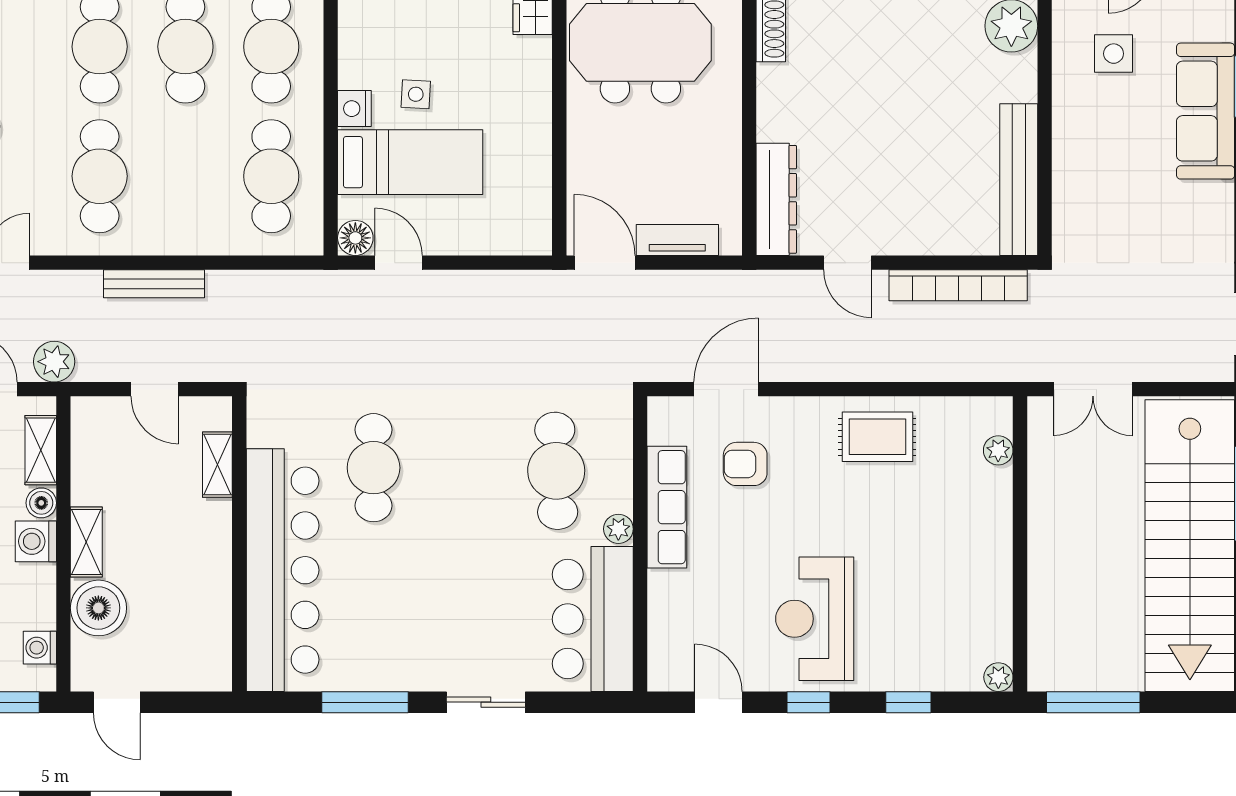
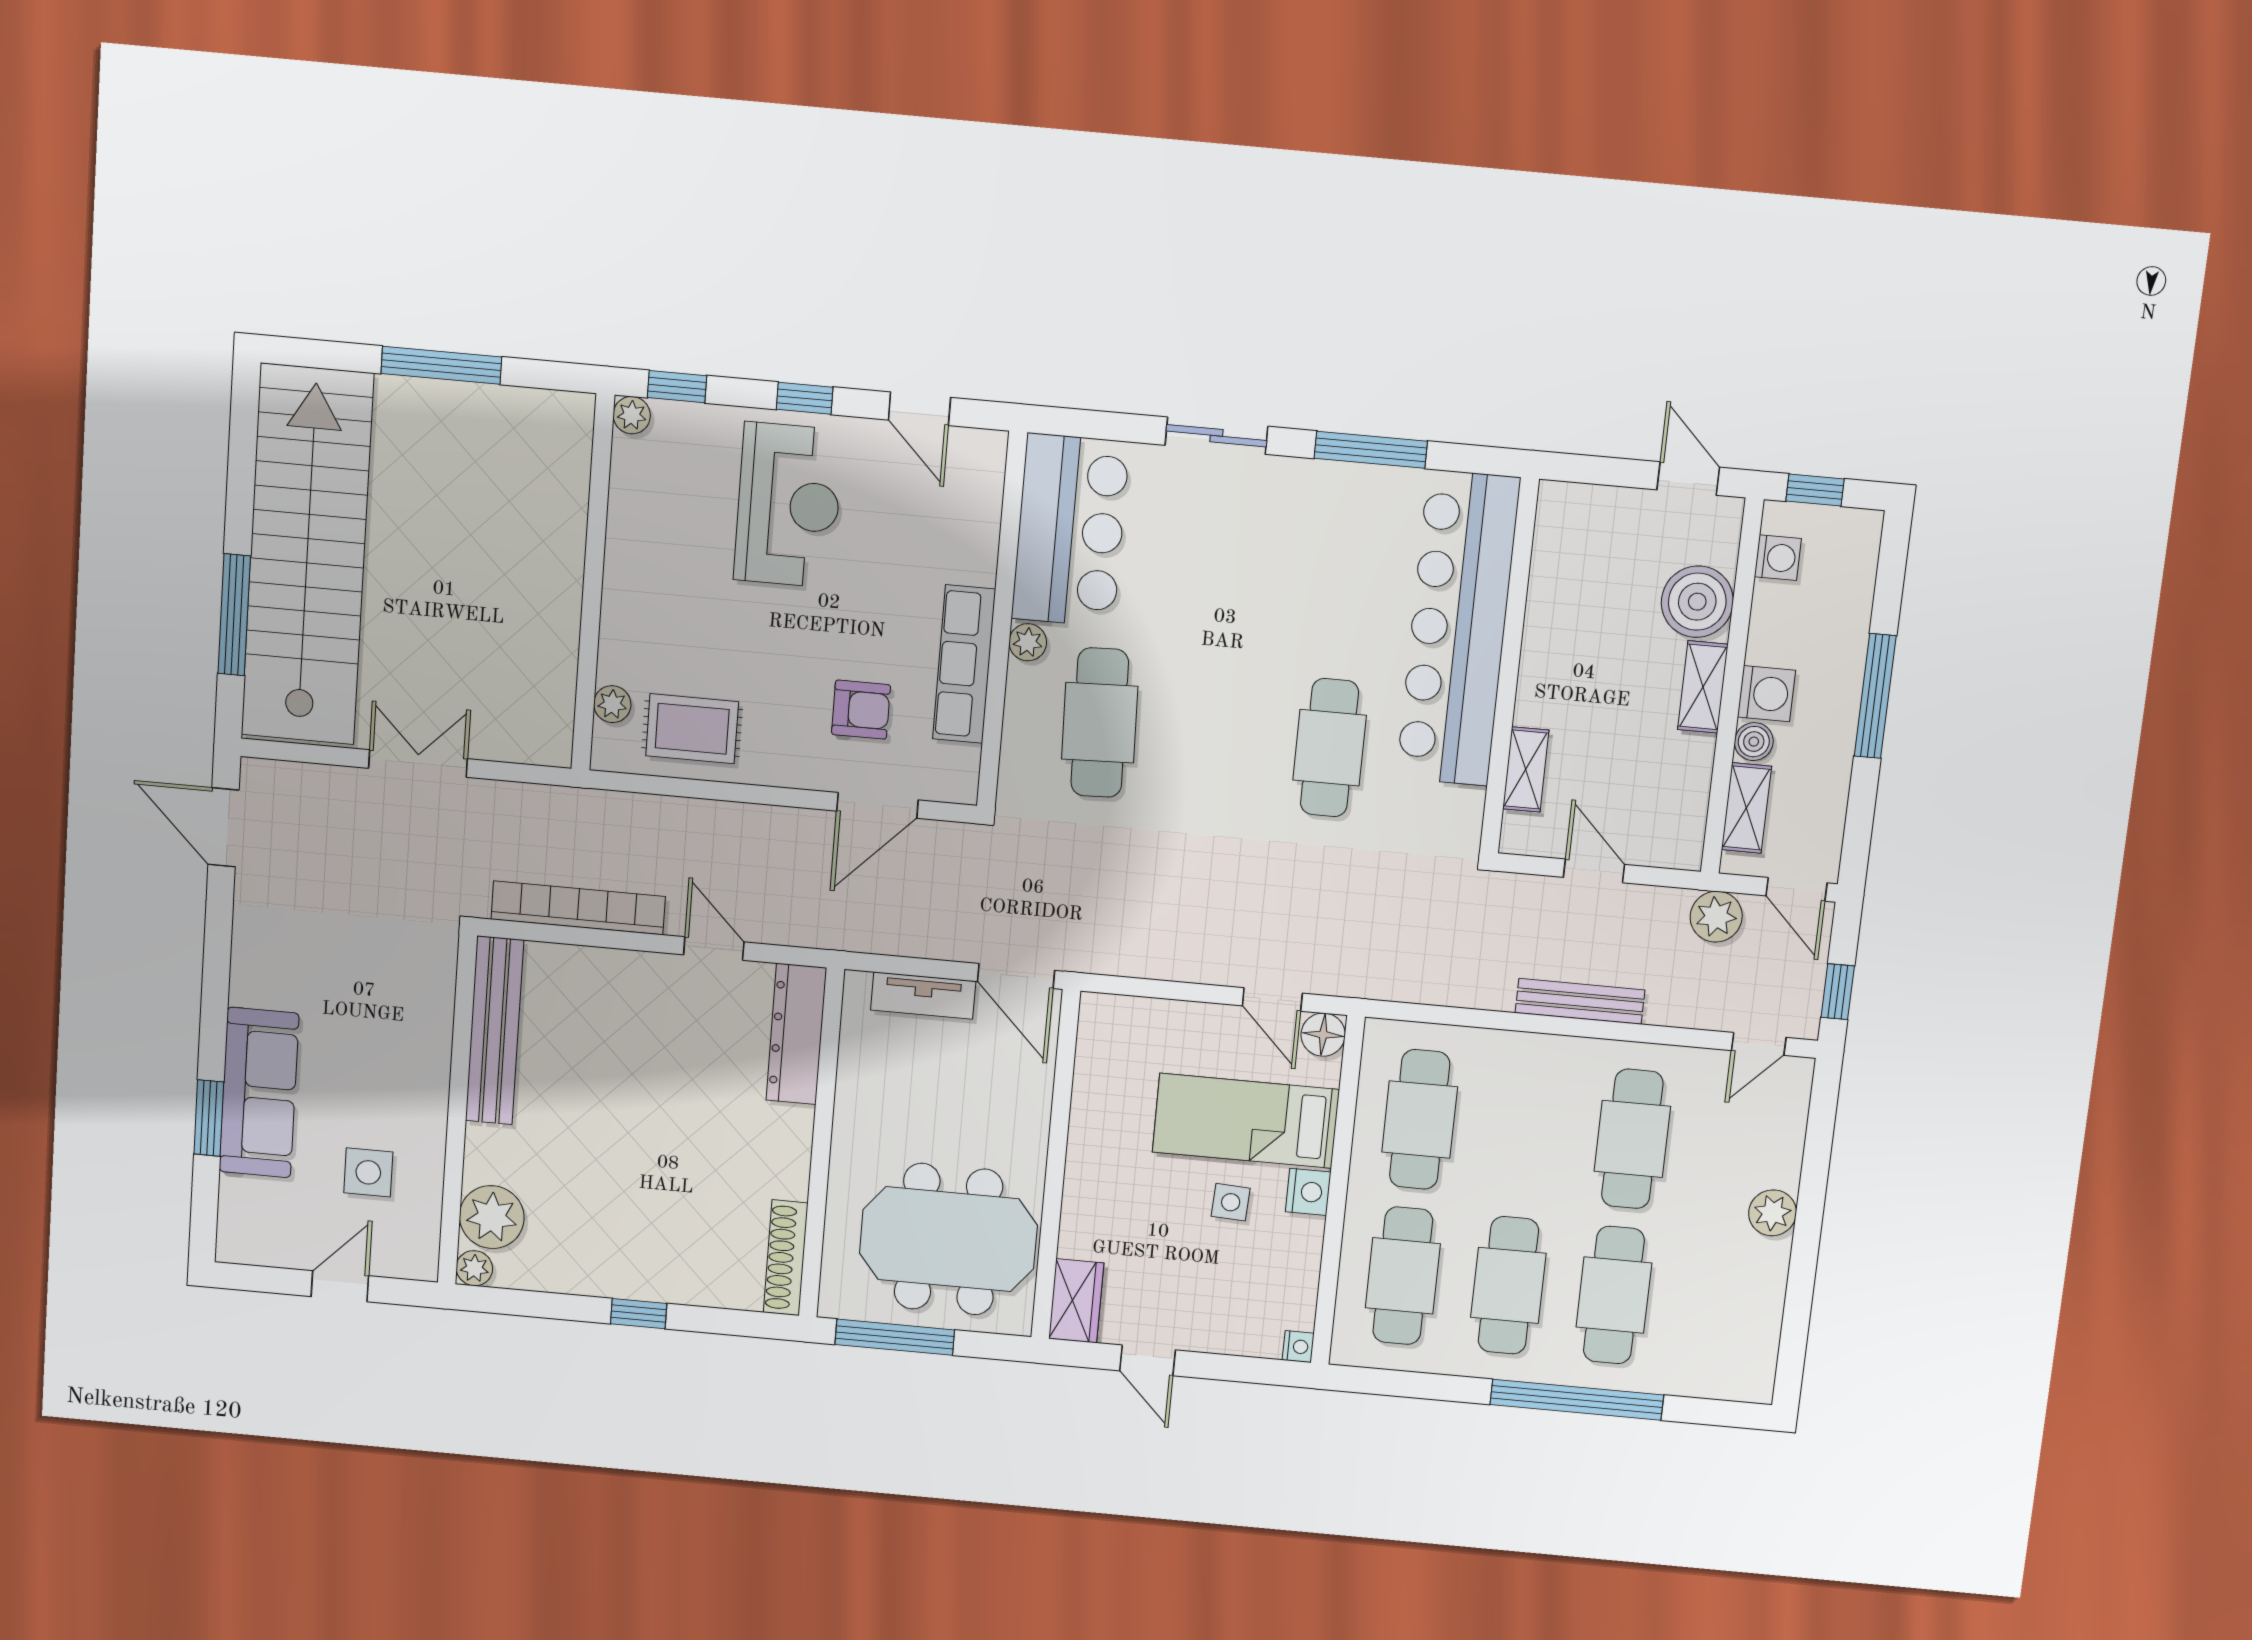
plant: (998, 450) -> (612, 704), moved
wall: (1020, 544) -> (593, 583), moved
plant: (998, 677) -> (632, 415), moved

